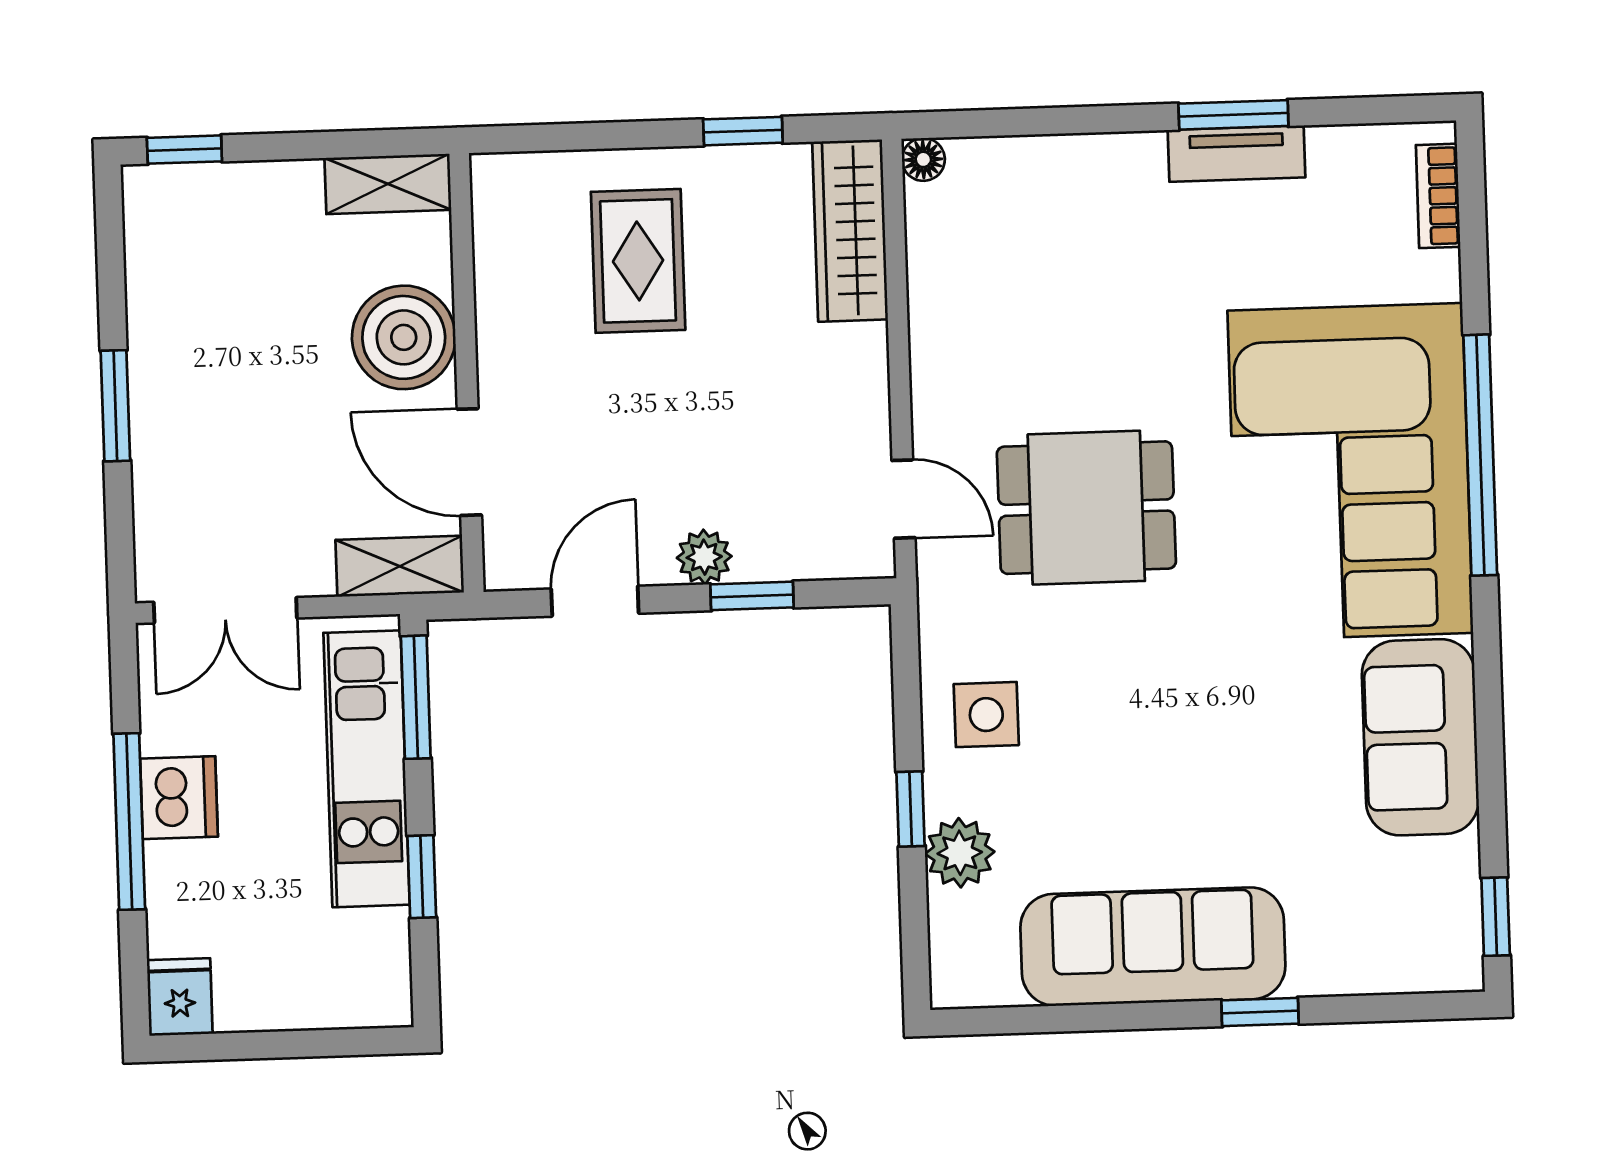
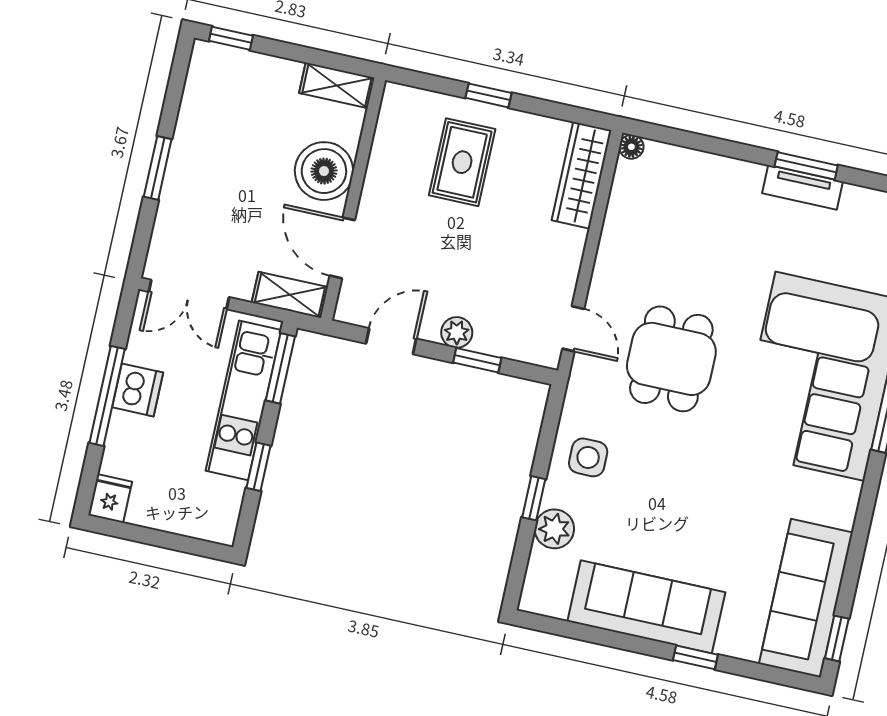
window: (743, 131) -> (488, 95), moved
dining table: (1086, 508) -> (671, 359), turned 90
sofa: (1420, 737) -> (806, 598), moved, width x1.36

